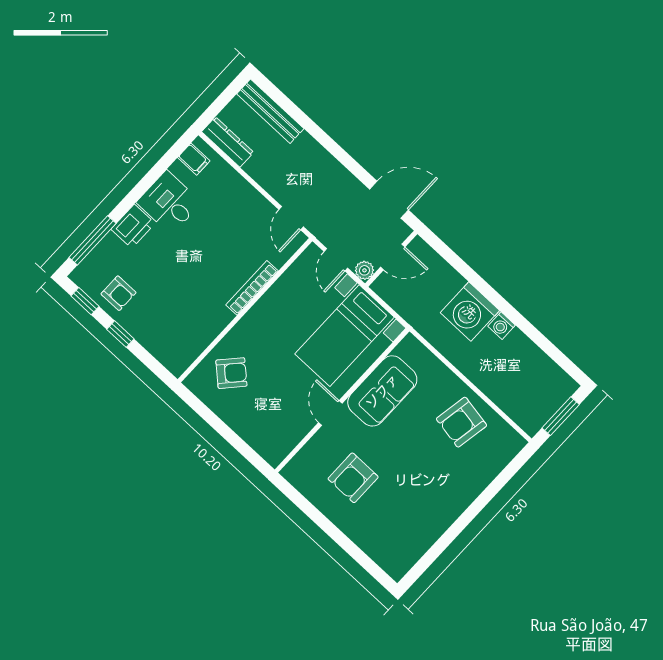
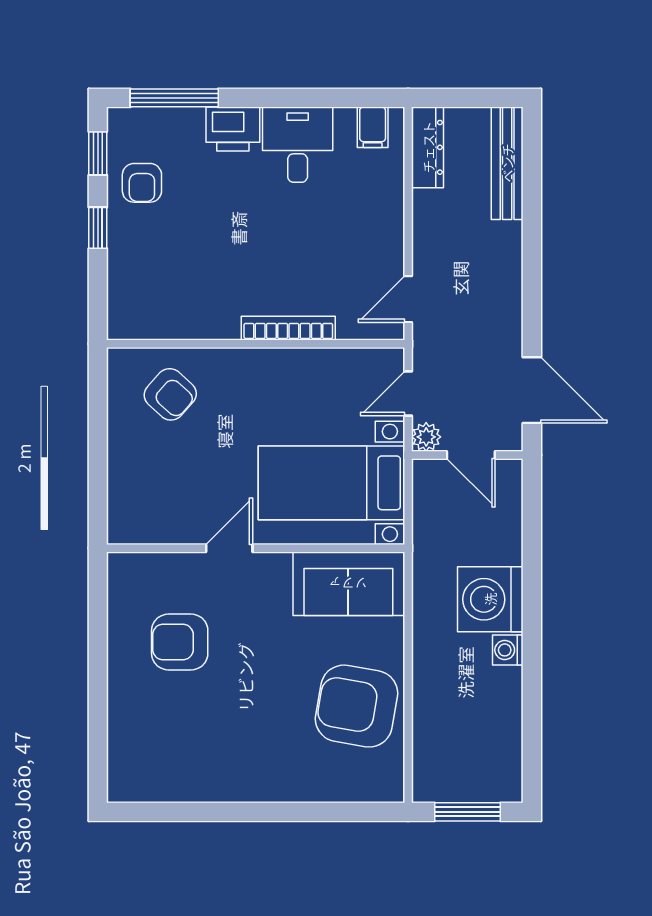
sofa: (382, 391) -> (348, 584), moved
armchair: (461, 422) -> (357, 706), width x1.36, depth x1.36

